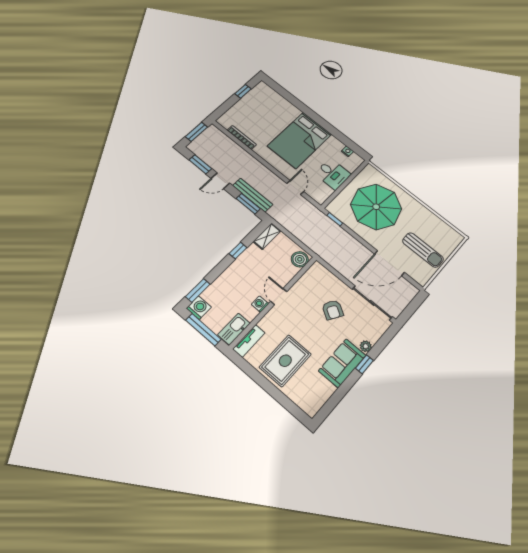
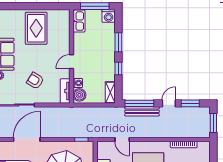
window: (248, 204) -> (139, 103), width x1.44
window: (198, 290) -> (118, 42), moved
door: (279, 297) -> (71, 62), swing flipped
washing machine: (260, 304) -> (78, 83), moved
tv unit: (249, 341) -> (65, 91), moved

